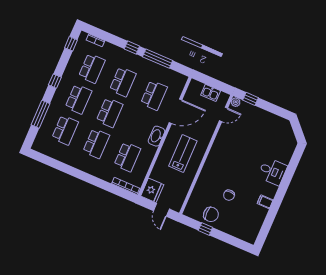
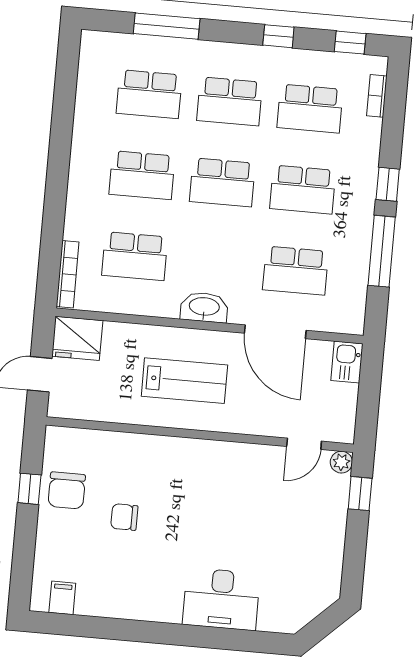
window: (55, 81) -> (278, 36), moved
kitchen sink: (211, 93) -> (347, 362), moved
door: (224, 114) -> (304, 444), hinge flipped
desk: (272, 171) -> (221, 599), width x1.37
filing cabinet: (265, 202) -> (62, 598), moved

